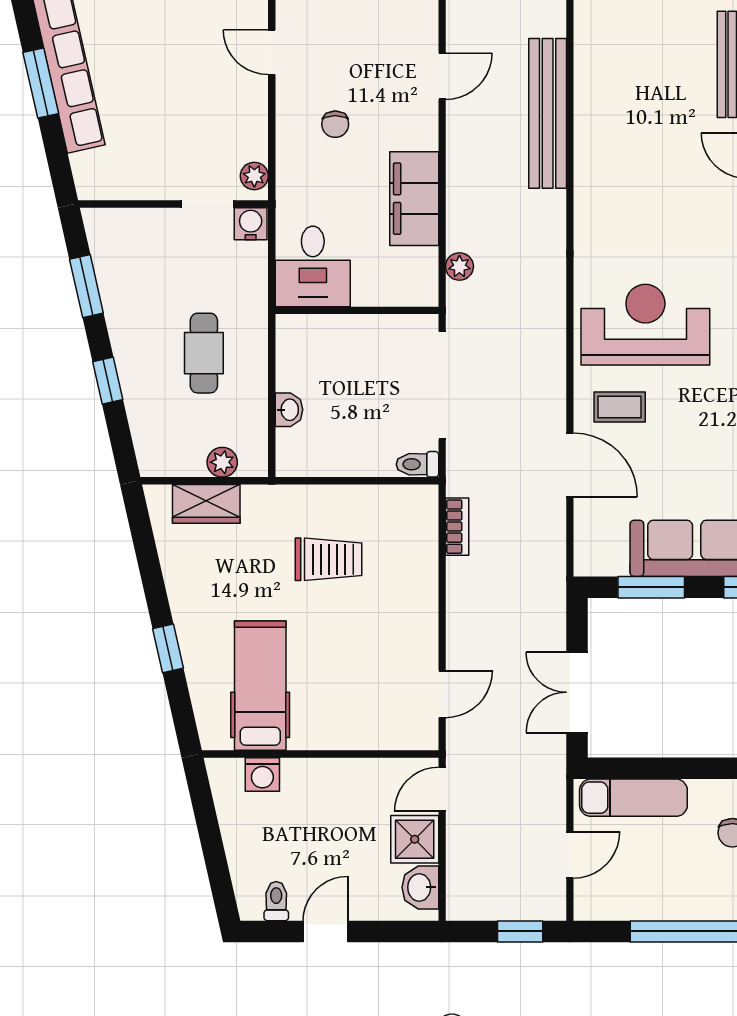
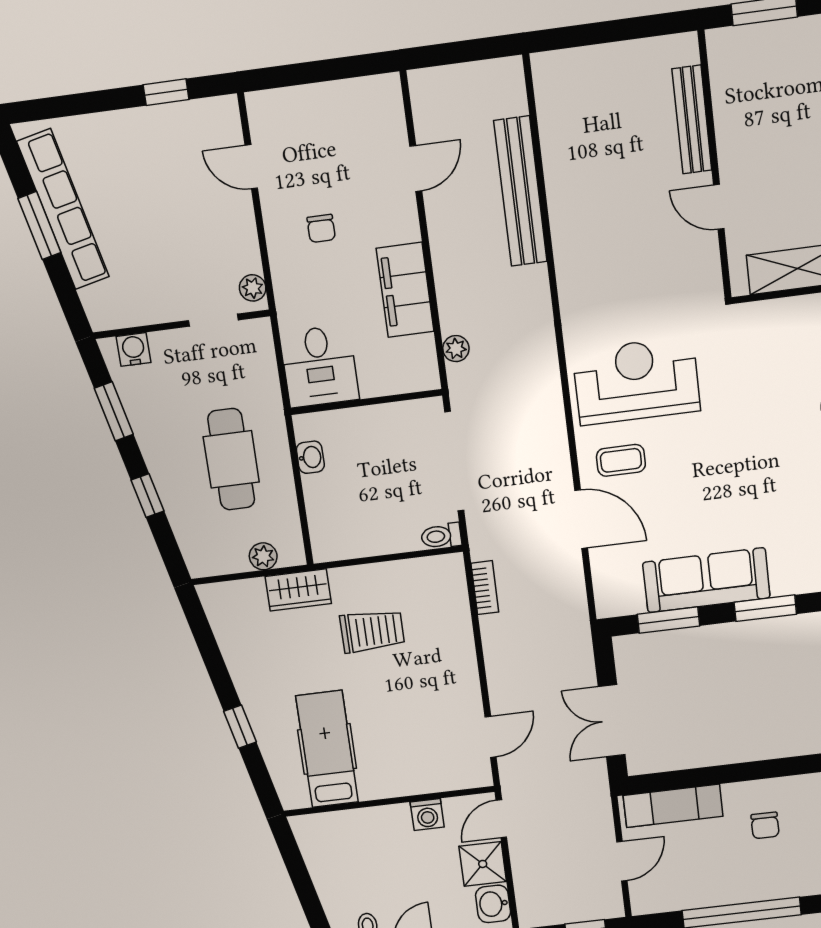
water cooler: (251, 224) -> (133, 349), moved
cafe table: (204, 353) -> (231, 459), width x1.37, depth x1.35
washbasin: (289, 410) -> (310, 457), moved
wardrobe: (206, 504) -> (298, 590), moved
washing machine: (262, 774) -> (427, 815), moved

